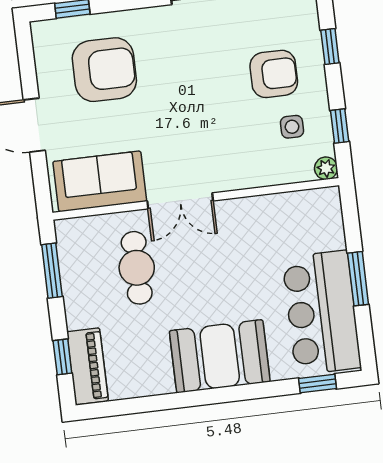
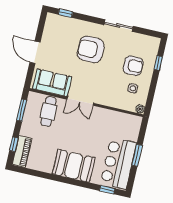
armchair: (104, 70) -> (91, 49), moved, turned 180
window: (340, 126) -> (151, 95), removed
cafe table: (137, 268) -> (48, 112), moved

